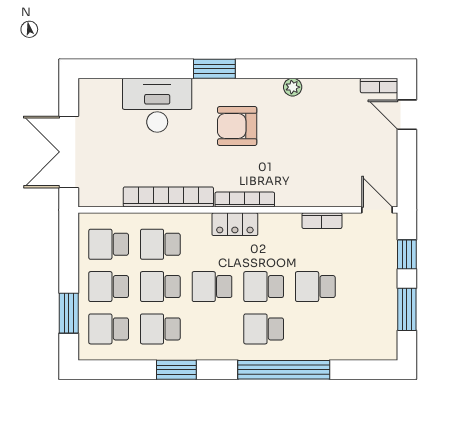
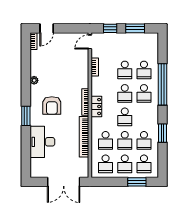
school desk: (315, 329) -> (144, 70), added

